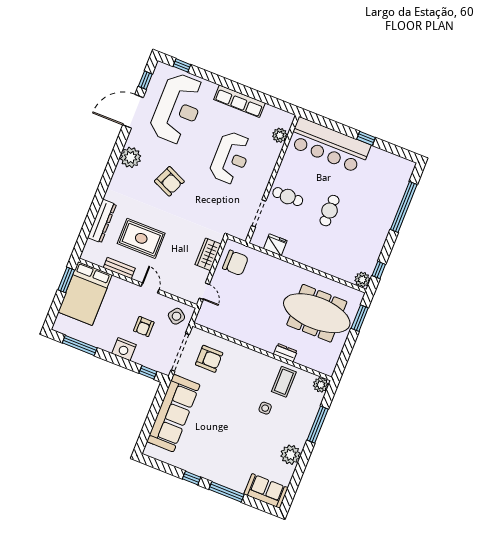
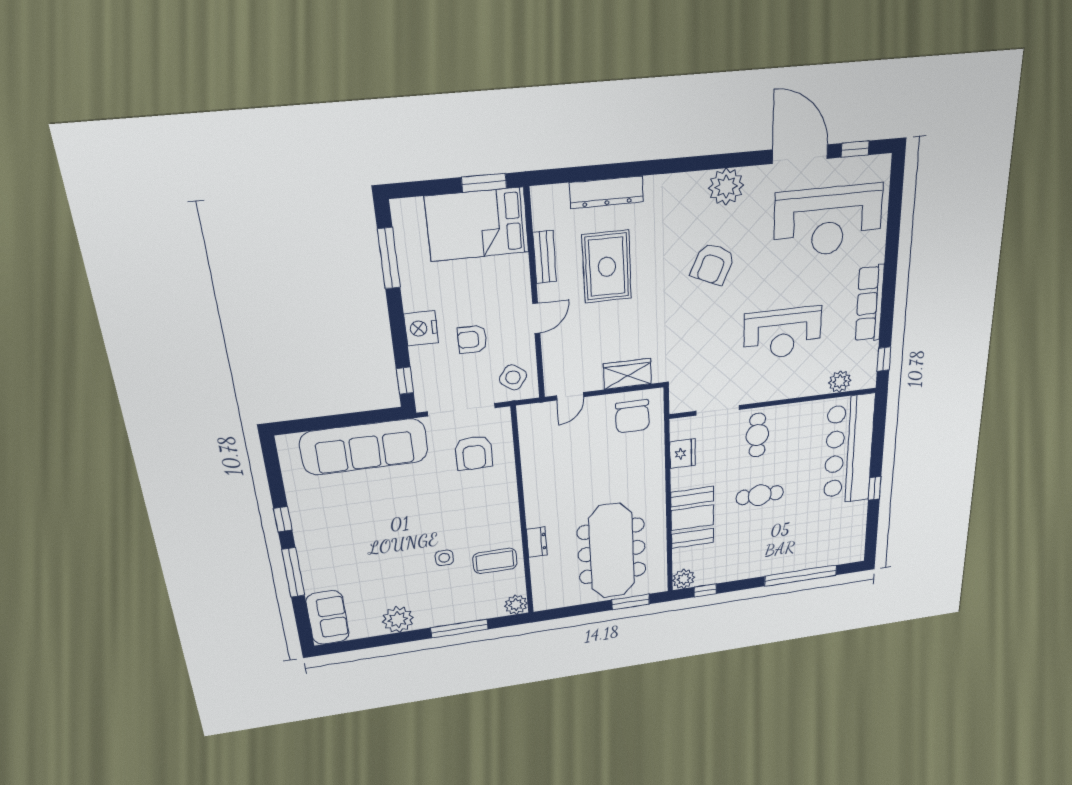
window: (182, 65) -> (884, 359), moved
booth: (322, 257) -> (692, 518), added

